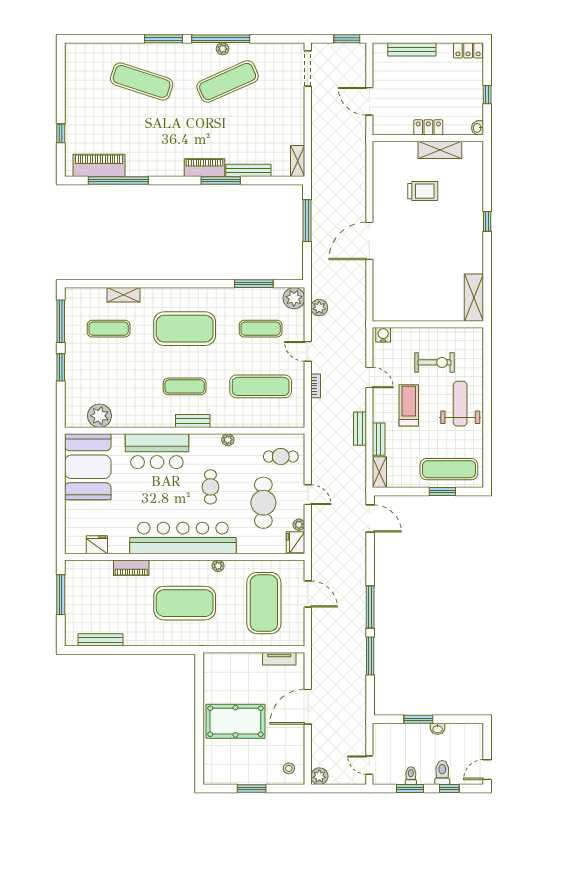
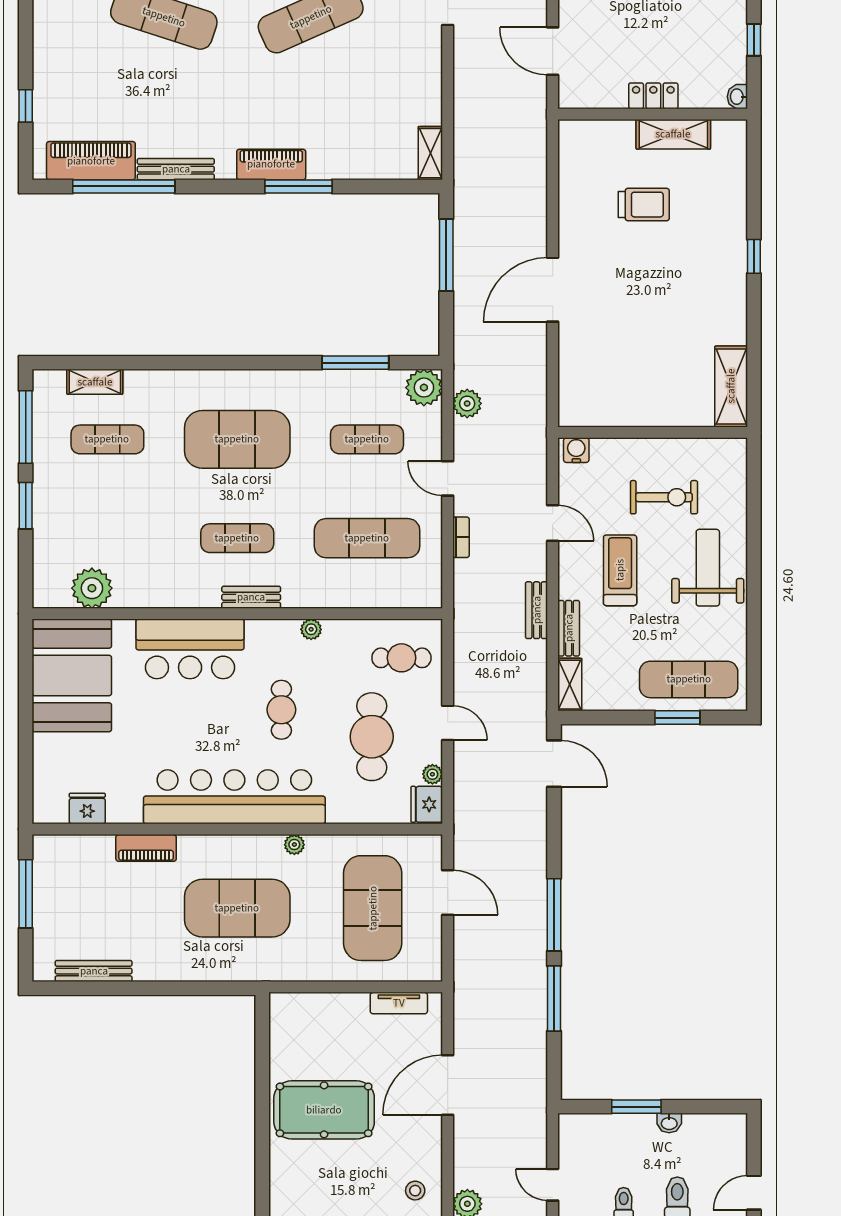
bench: (248, 170) -> (176, 169), moved
shelving: (123, 295) -> (95, 382), moved

